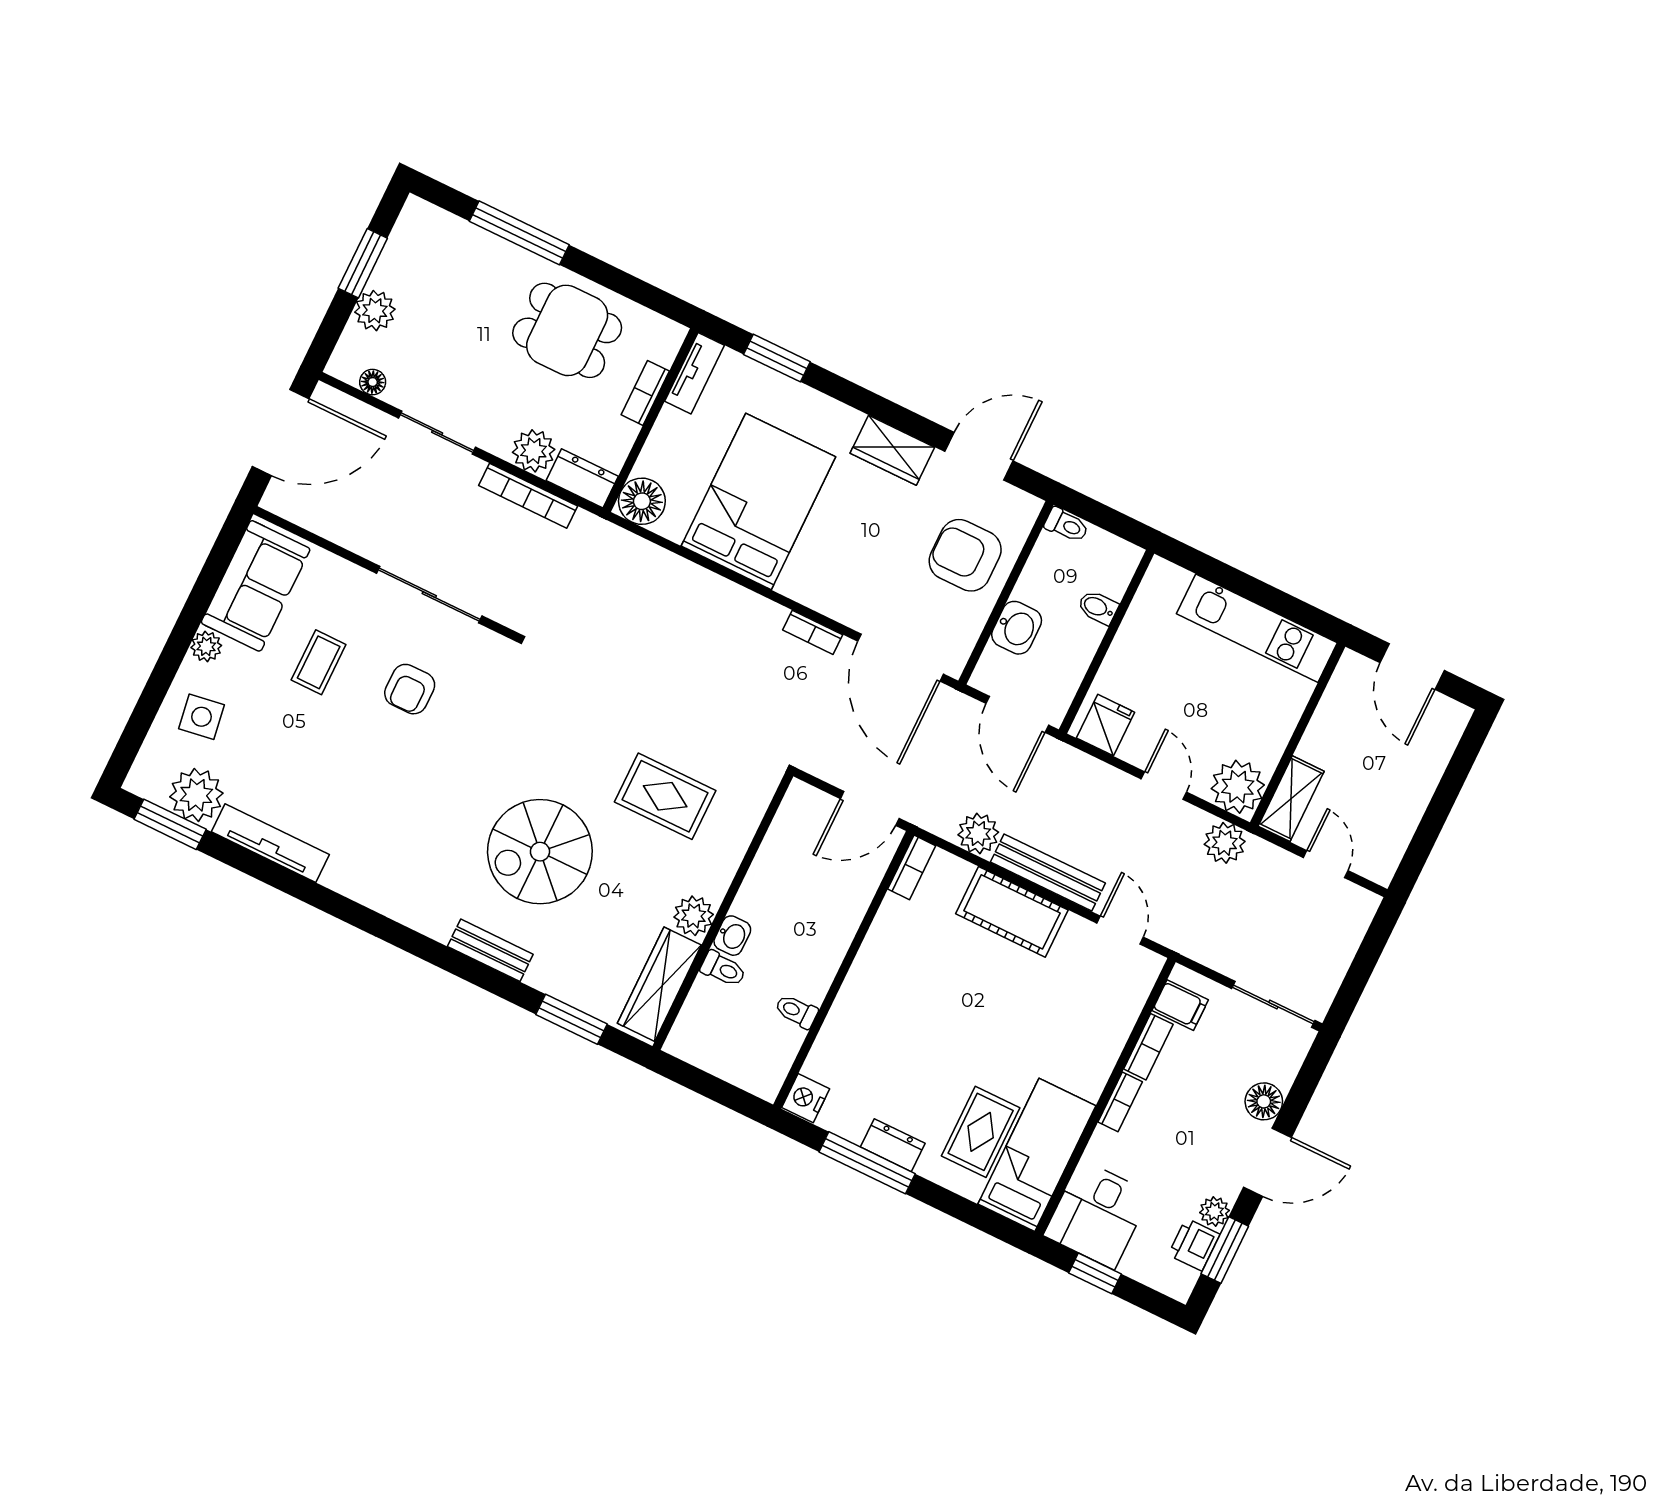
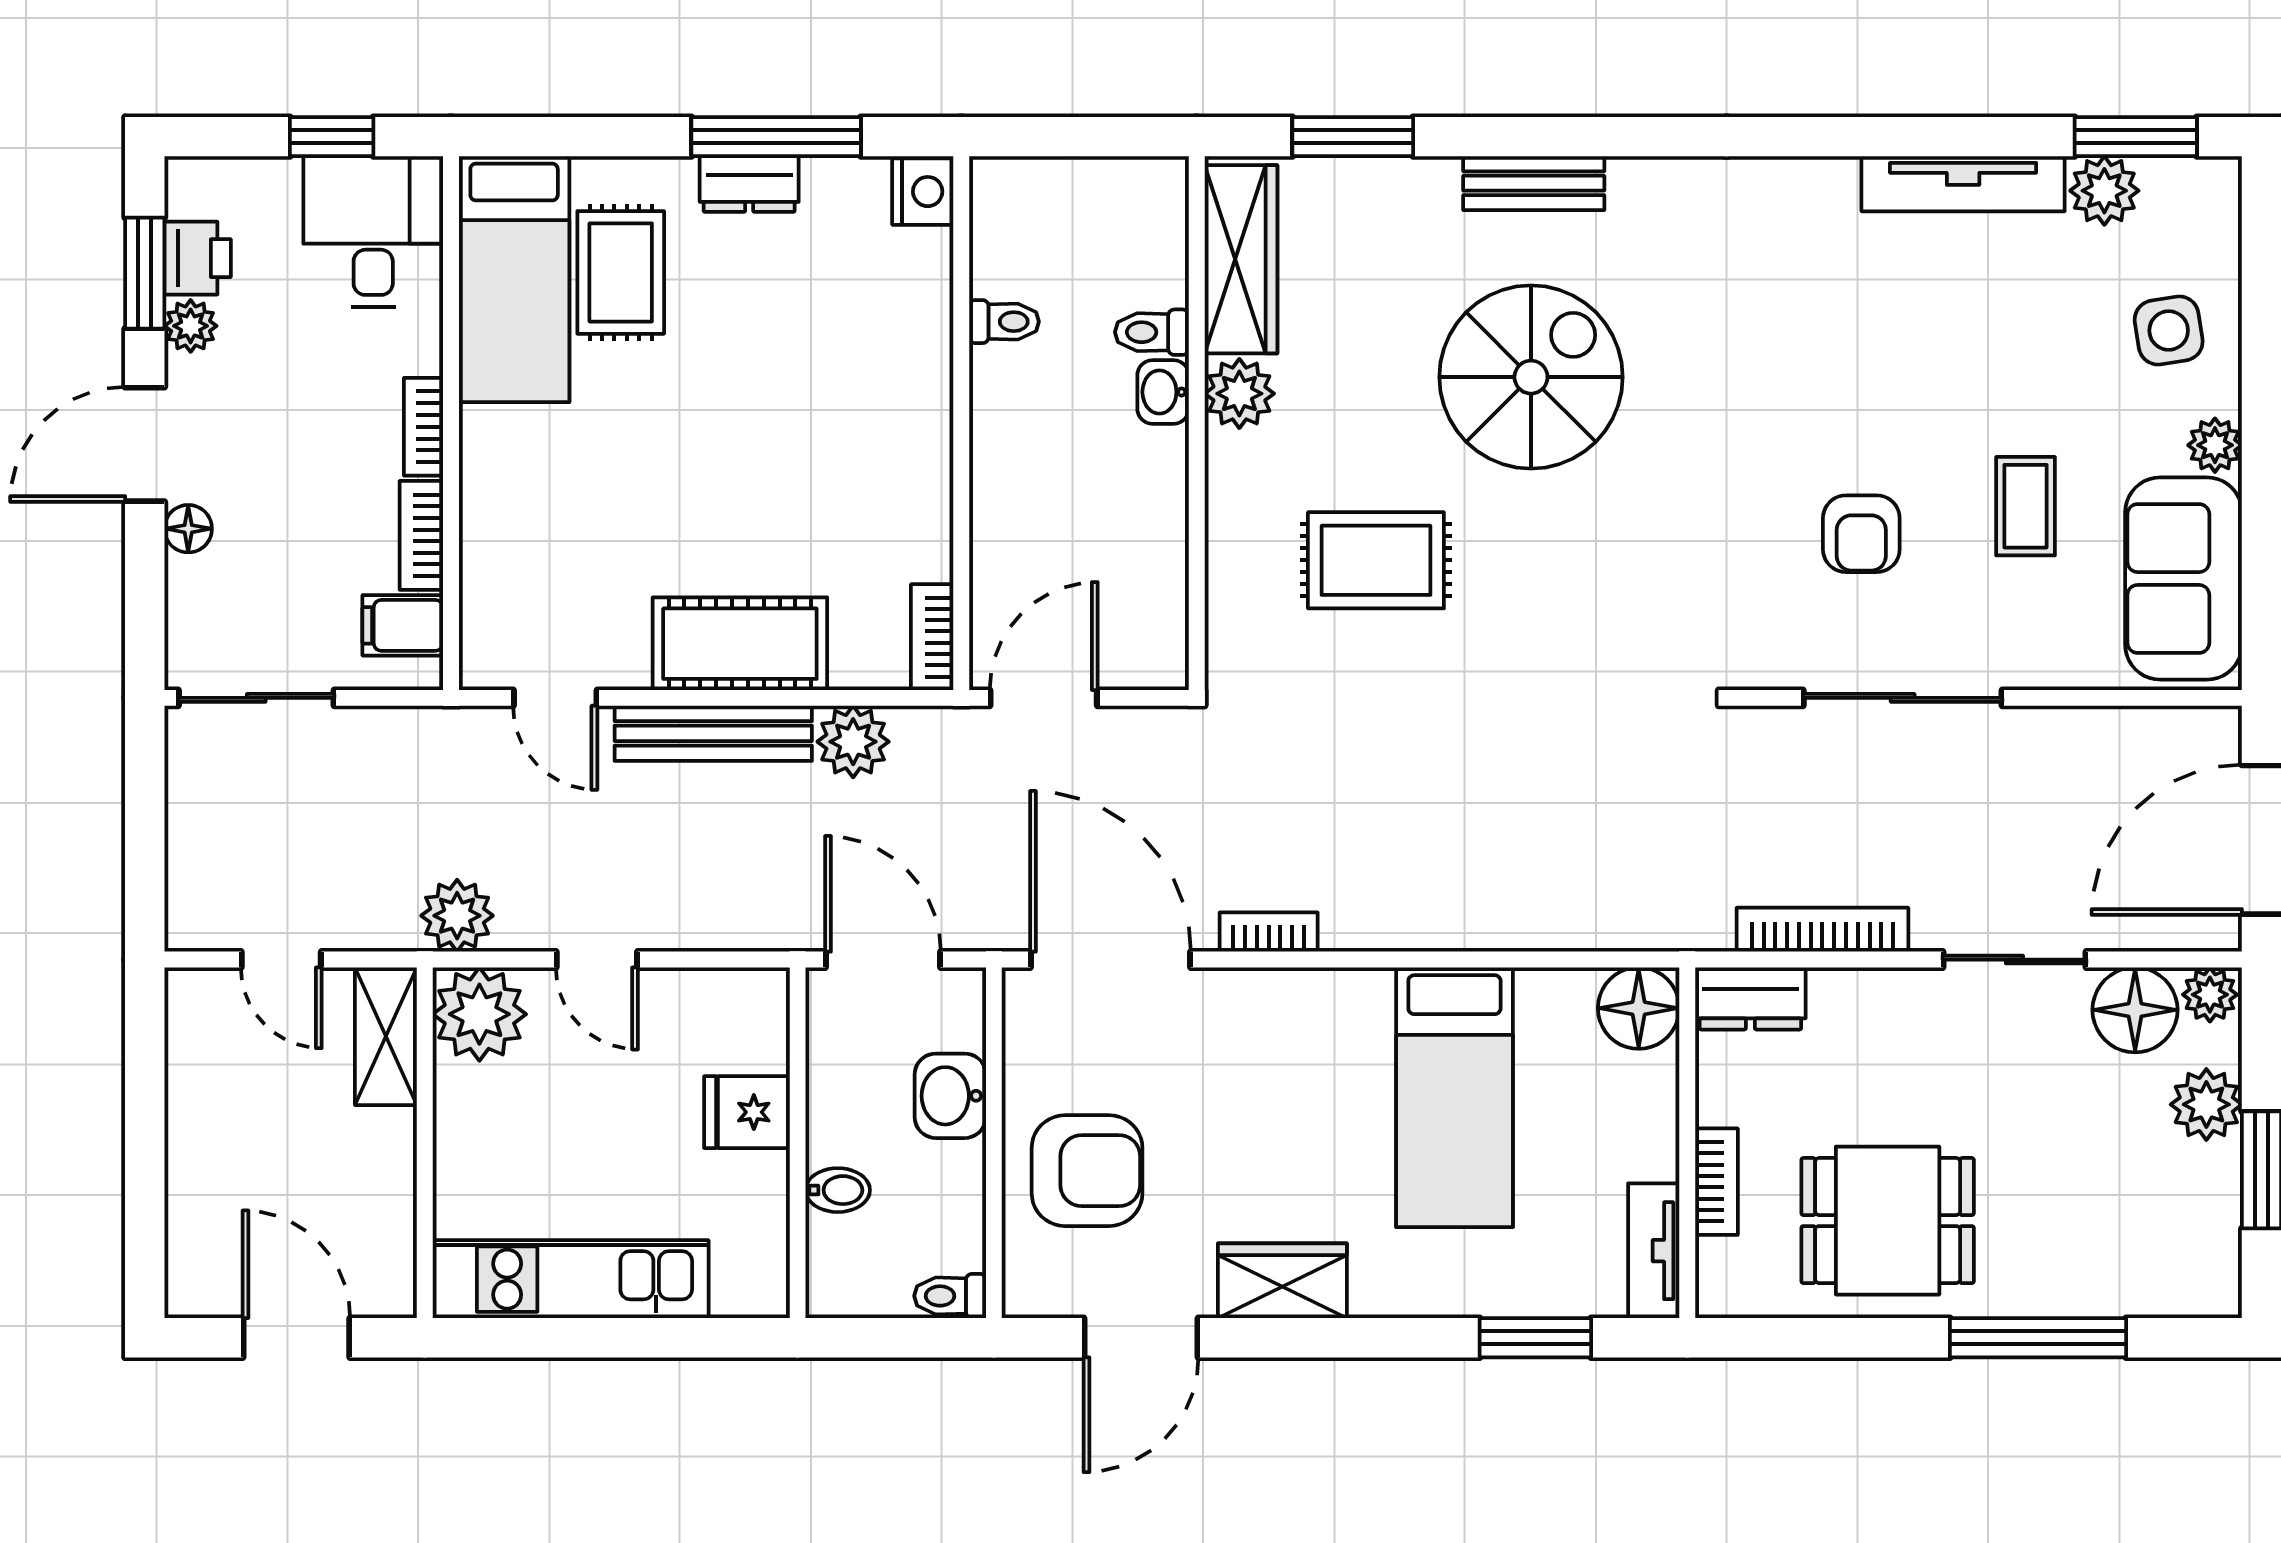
floor lamp: (373, 382) -> (2135, 1010), width x1.89, depth x1.89
plant: (534, 451) -> (2210, 995), moved, width x0.73, depth x0.73
bed: (758, 501) -> (1454, 1097), width x0.67
armchair: (410, 689) -> (1861, 534), turned 180
fridge: (1106, 725) -> (747, 1112), moved, turned 90
plant: (196, 795) -> (2104, 191), width x0.73, depth x0.73
floor lamp: (1264, 1101) -> (188, 529), width x0.73, depth x0.73

